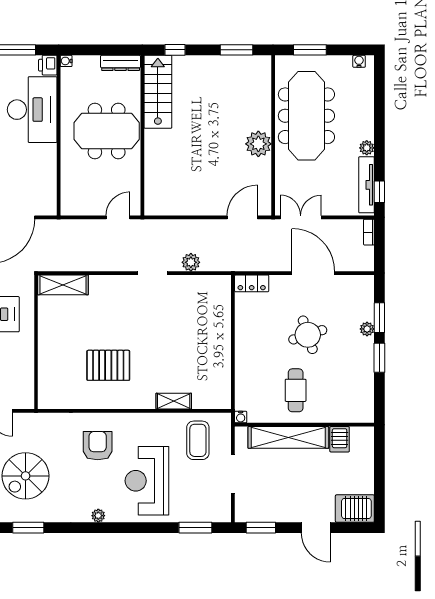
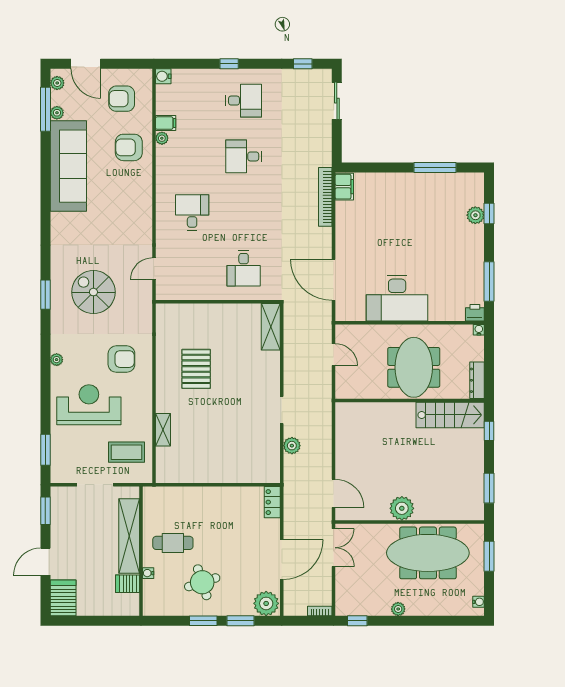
desk: (32, 110) -> (397, 298), moved
tv unit: (367, 185) -> (364, 609), removed
door: (118, 217) -> (334, 355), moved
plant: (367, 329) -> (266, 603), moved, width x1.88, depth x1.88
round table: (308, 335) -> (202, 582), moved
water cooler: (241, 417) -> (148, 573), moved

